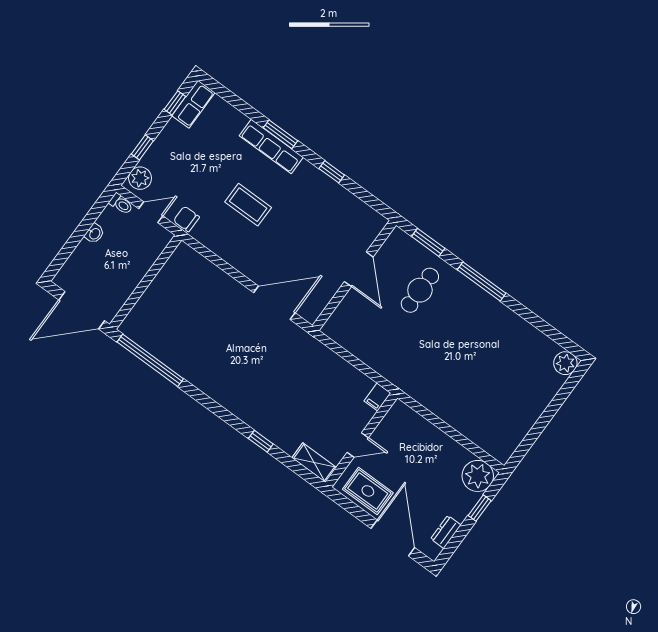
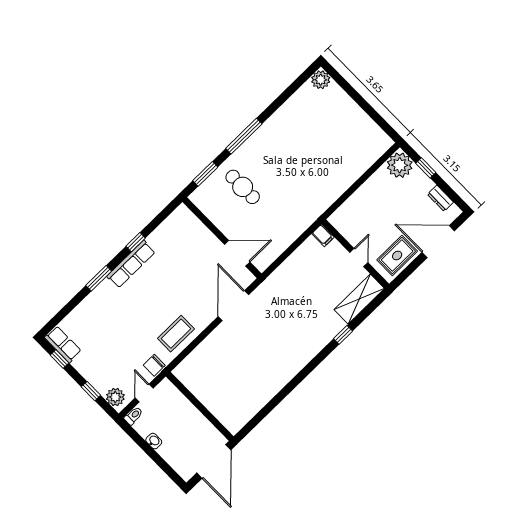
row of seats: (271, 146) -> (131, 264), moved
coffee table: (248, 205) -> (176, 334), moved
door: (359, 269) -> (237, 253), moved
window: (150, 360) -> (263, 413), removed
shelving: (314, 463) -> (359, 299), width x1.50, depth x1.33

